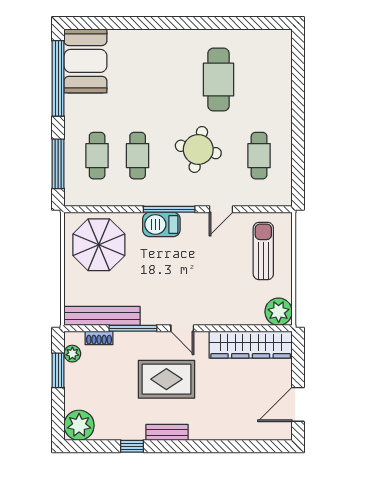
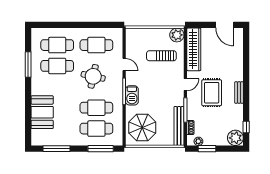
window: (221, 23) -> (28, 64), added
booth: (85, 61) -> (42, 112), moved, turned 90
window: (58, 78) -> (57, 149), width x0.68
cafe table: (259, 80) -> (57, 45), added
cafe table: (97, 156) -> (96, 129), width x1.37, depth x1.35
cafe table: (138, 156) -> (96, 108), width x1.37, depth x1.35
cafe table: (259, 156) -> (96, 45), width x1.37, depth x1.35
sun lounger: (263, 251) -> (161, 56), moved
window: (132, 446) -> (246, 127), moved

